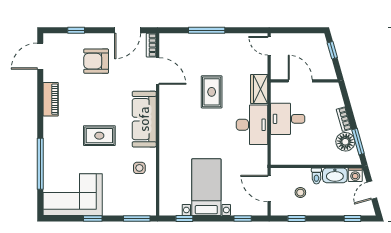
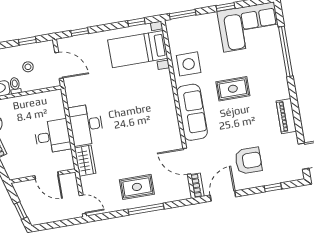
rug: (212, 92) -> (137, 187), moved, turned 90
side table: (139, 168) -> (189, 64), width x1.87, depth x1.87
bed with nightstands: (206, 187) -> (138, 49), moved, turned 90

